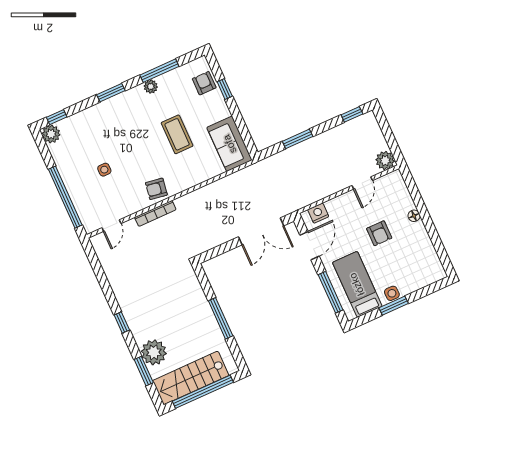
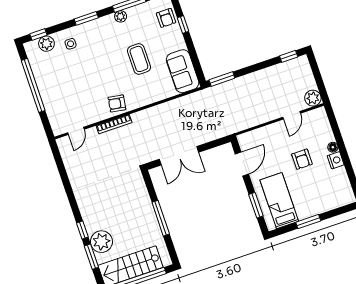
armchair: (204, 83) -> (166, 18), turned 180
plant: (51, 134) -> (46, 44), moved
window: (298, 139) -> (222, 79), moved
side table: (104, 170) -> (71, 44), moved
window: (65, 197) -> (33, 85), moved
nightstand: (318, 213) -> (336, 160), moved, turned 90
double door: (261, 231) -> (179, 156), moved
window: (331, 292) -> (256, 205), width x0.69
side table: (392, 293) -> (308, 211), removed
window: (122, 323) -> (82, 230), moved

